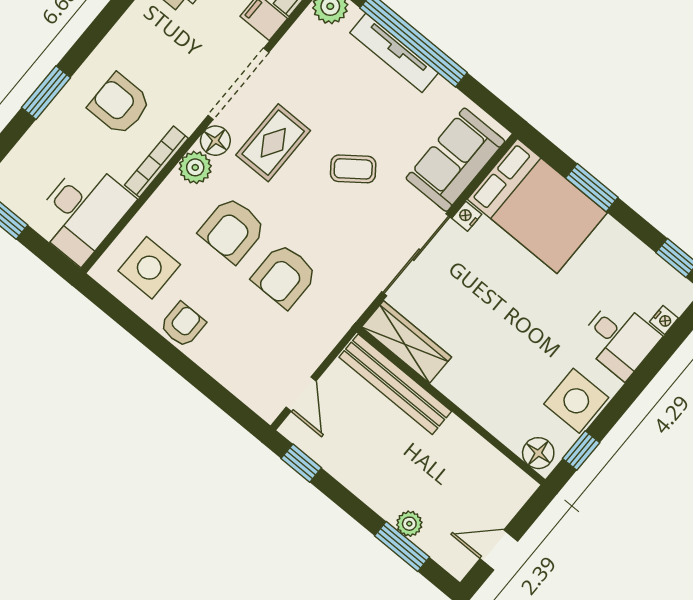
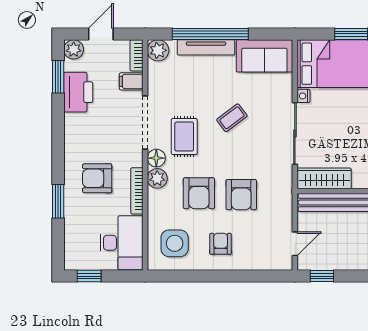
sofa: (455, 160) -> (264, 56), moved, turned -90
armchair: (183, 325) -> (221, 244), moved
door: (301, 394) -> (295, 244), hinge flipped

